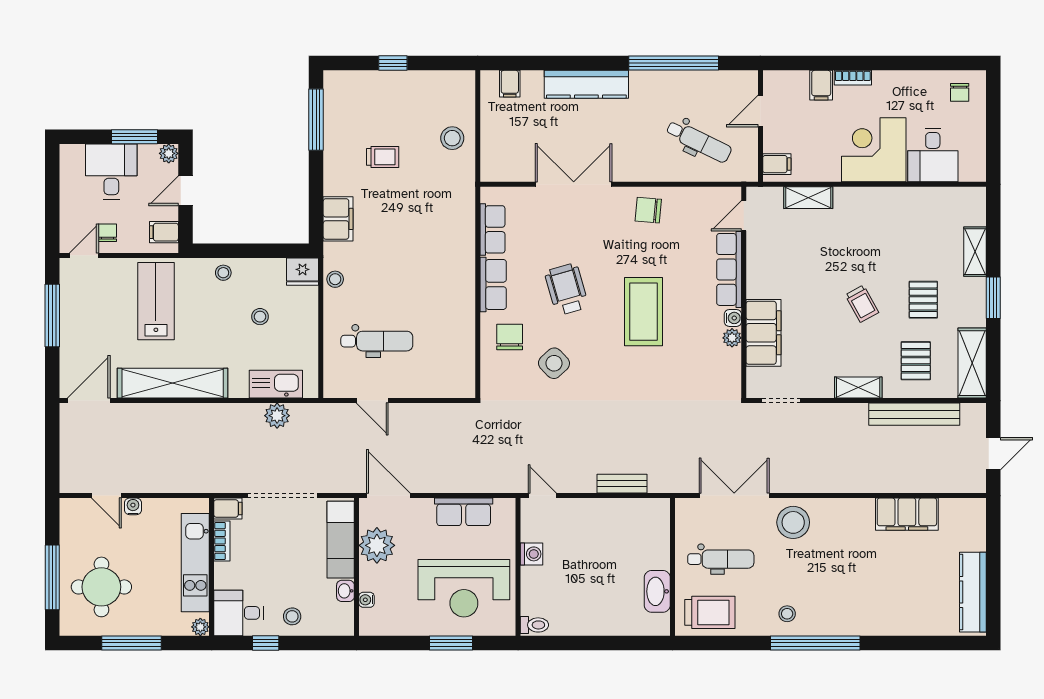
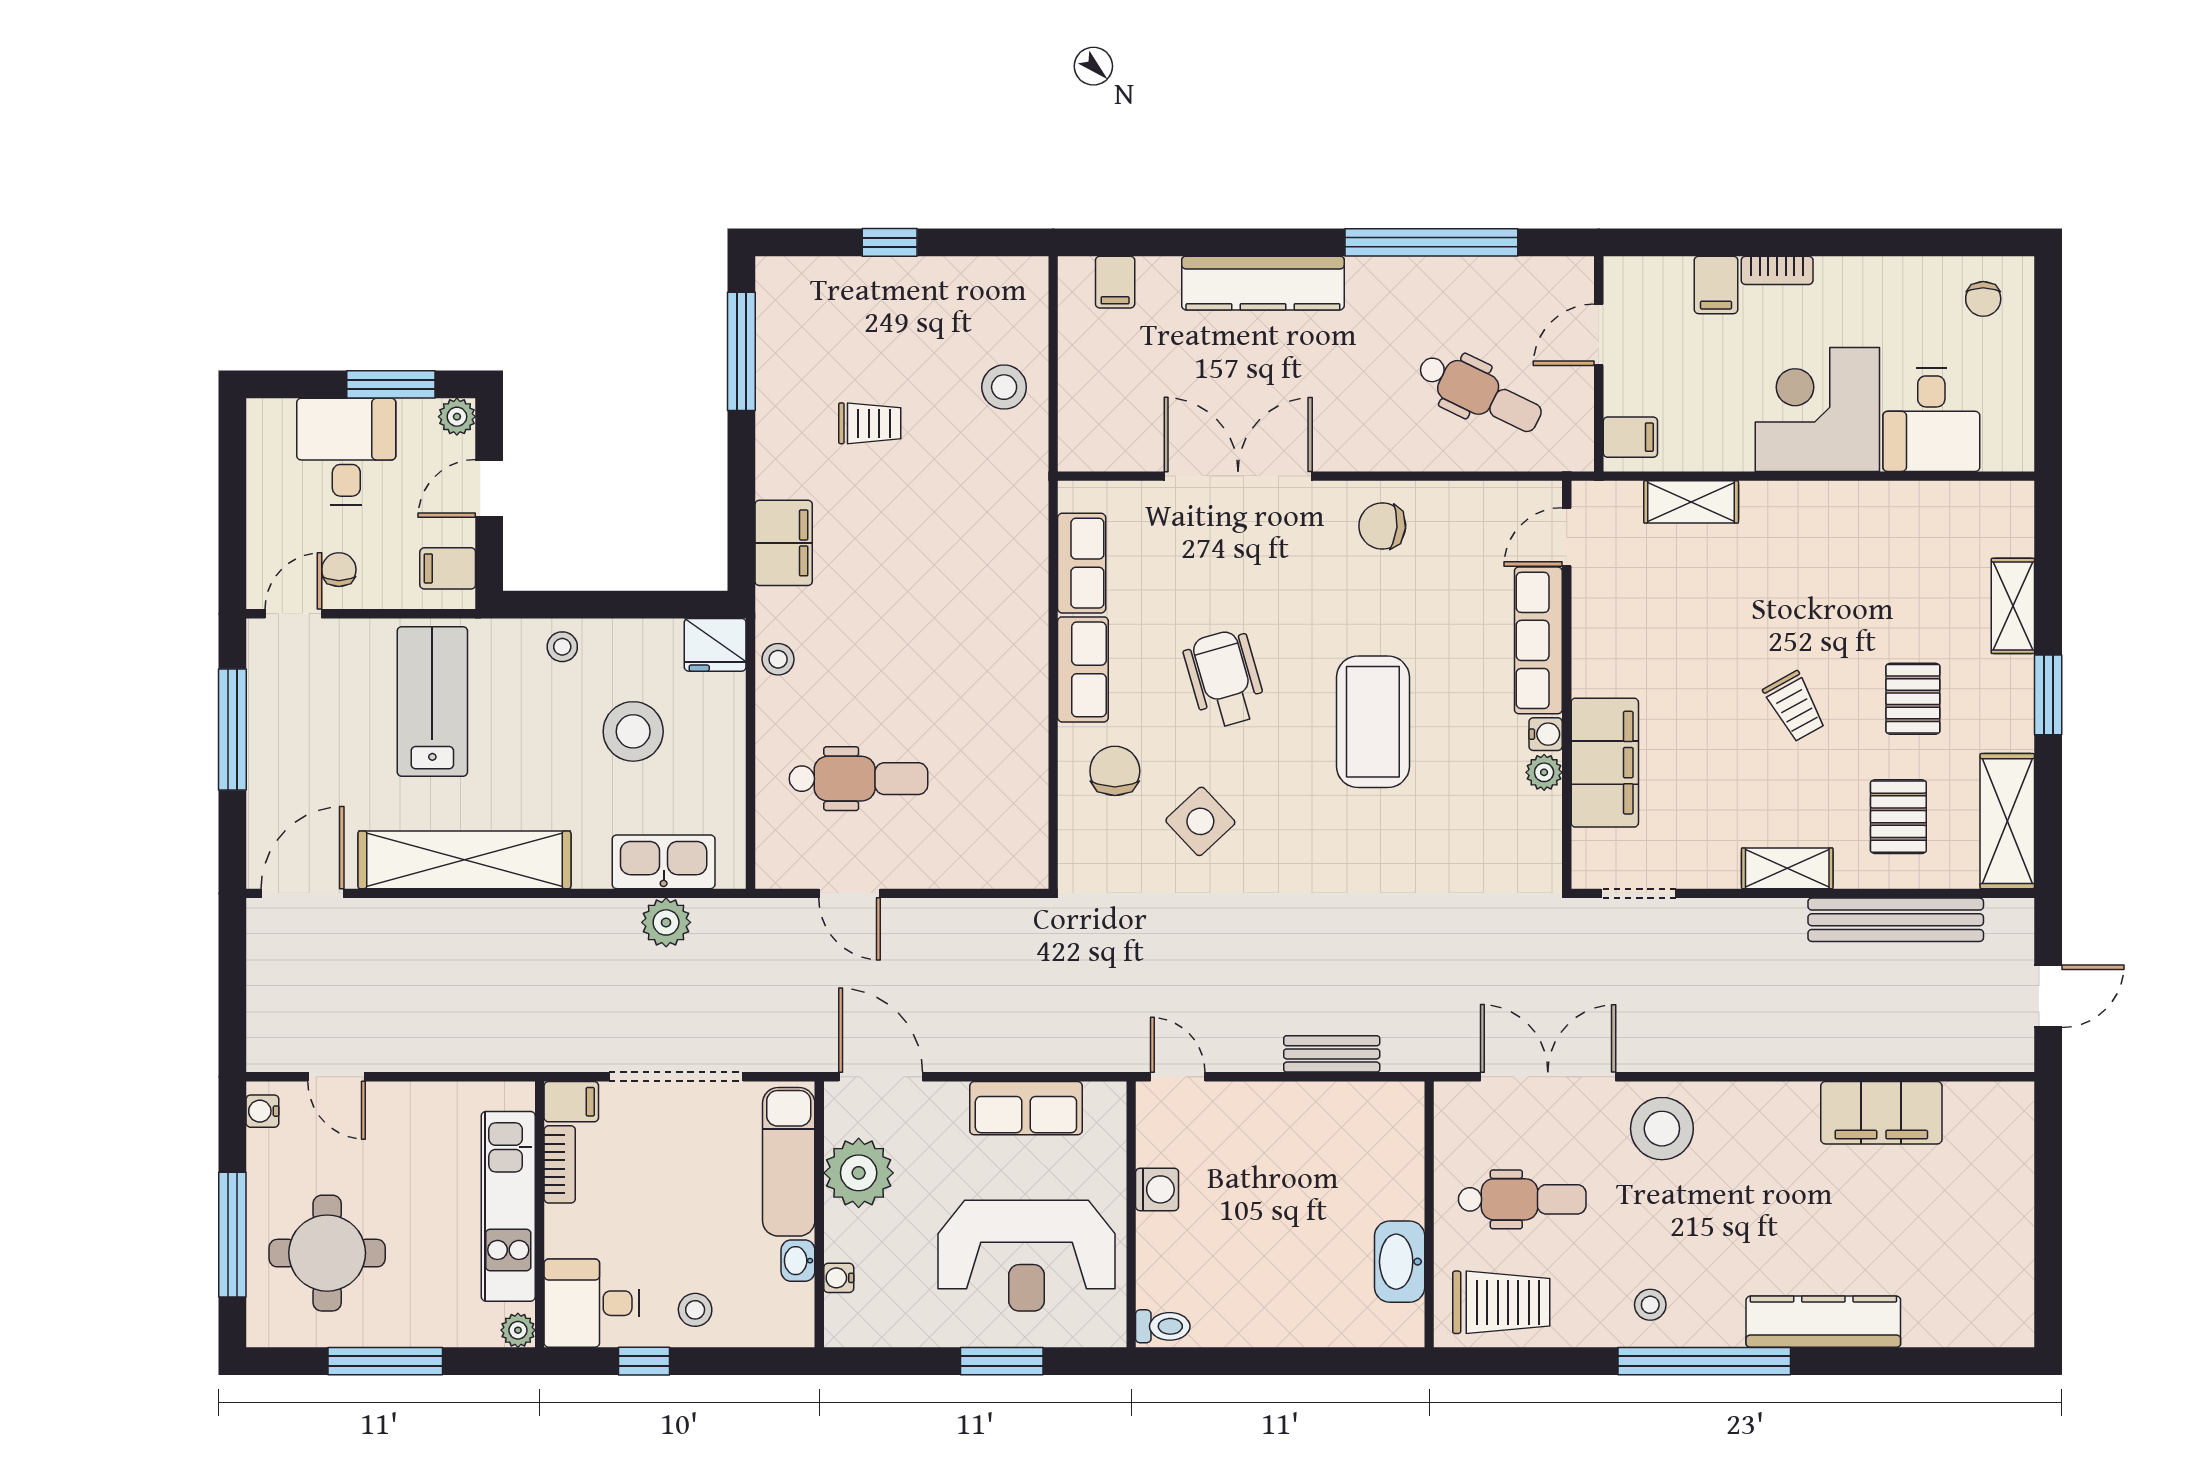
stool: (260, 317) -> (633, 731), width x1.89, depth x1.89
water cooler: (133, 506) -> (262, 1111), moved, turned -90
kitchen counter: (973, 592) -> (1823, 1322), moved, turned 90

